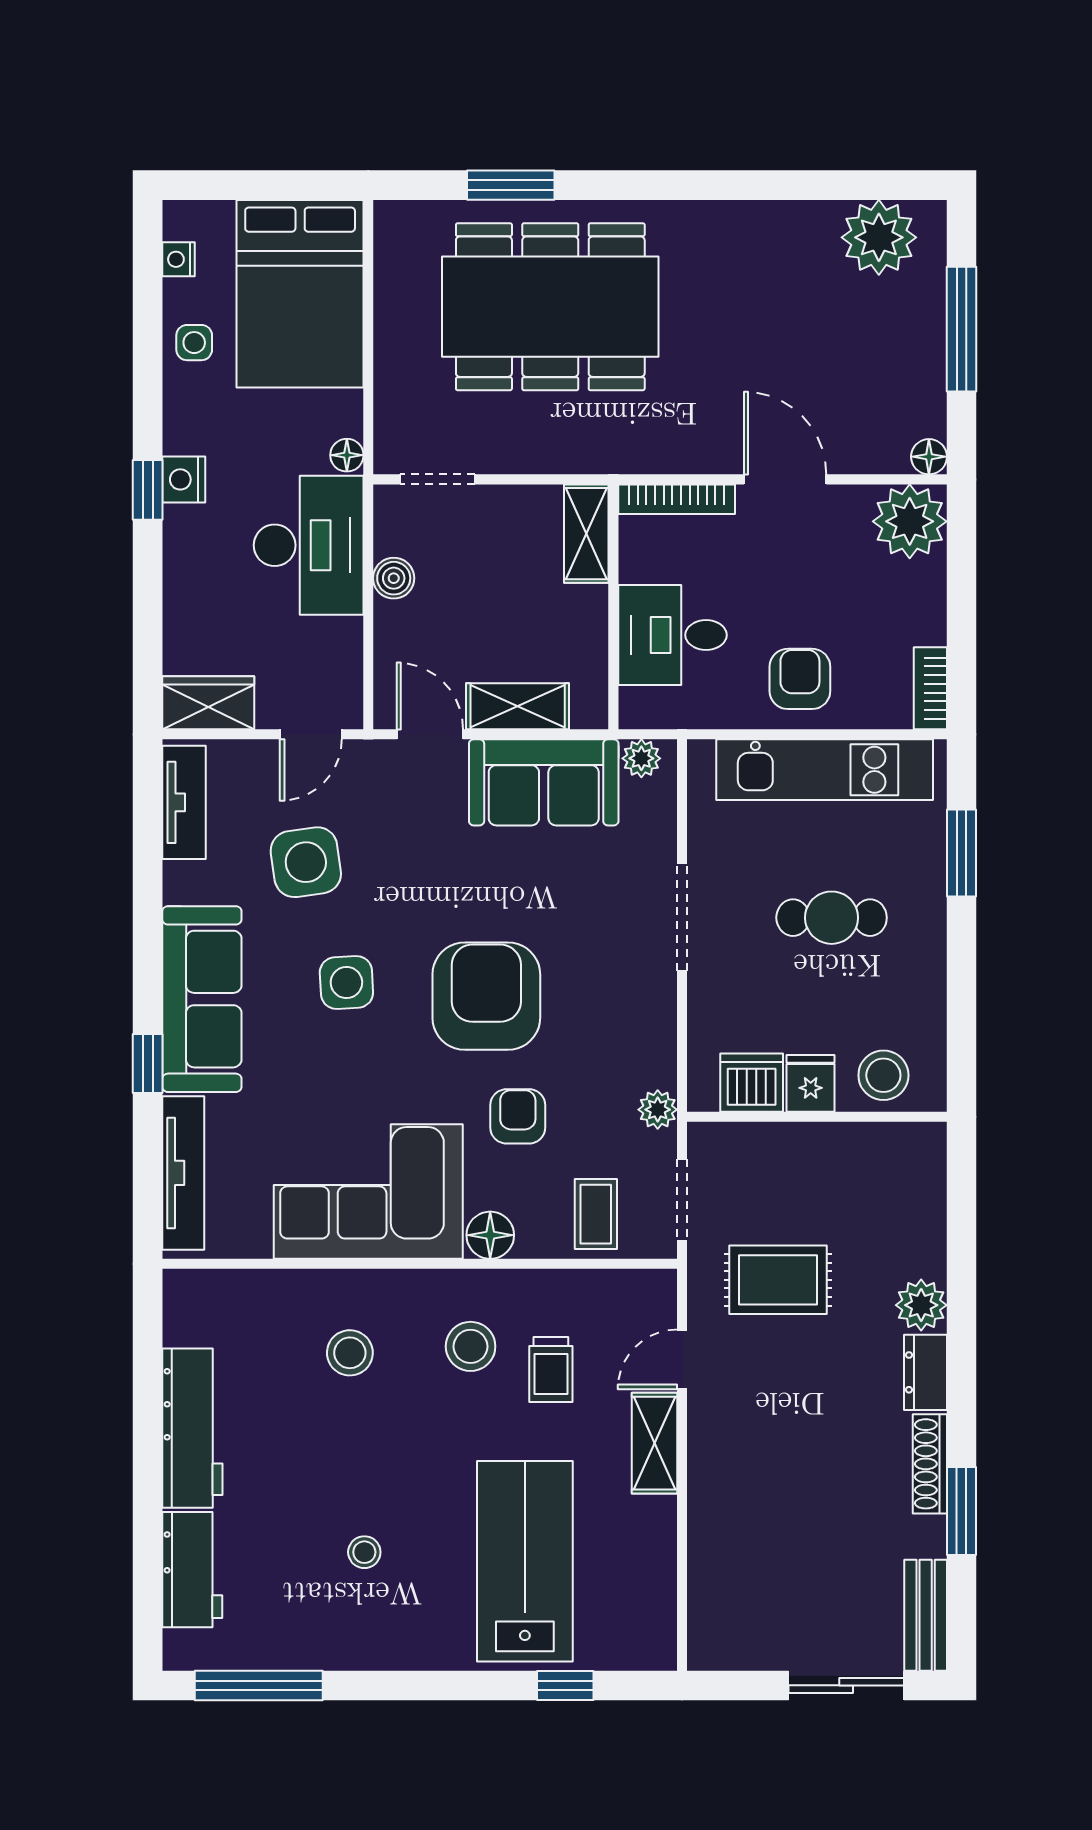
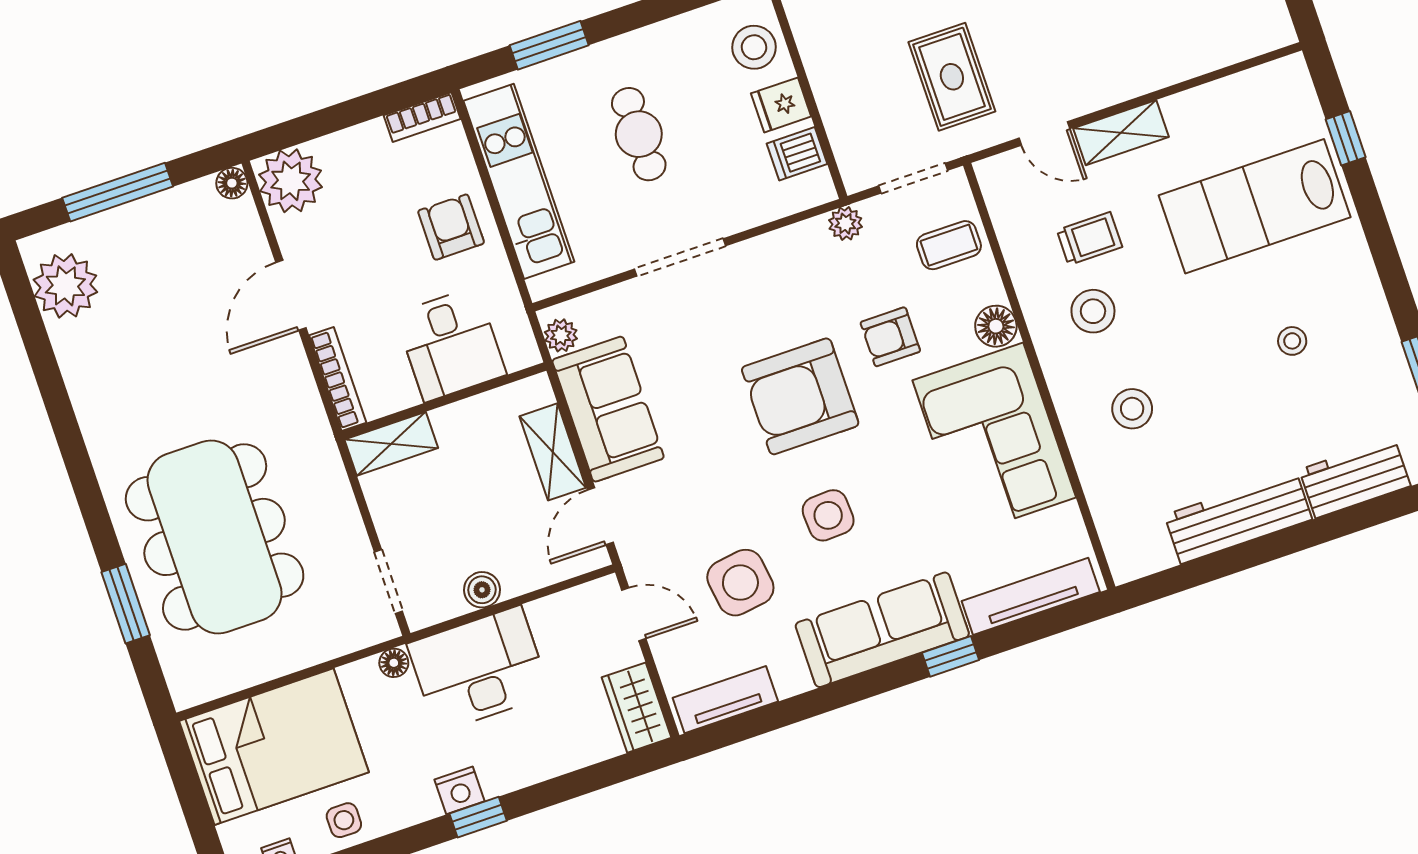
armchair: (800, 679) -> (451, 227), turned 90
dishwasher: (752, 1083) -> (797, 154), width x0.73

